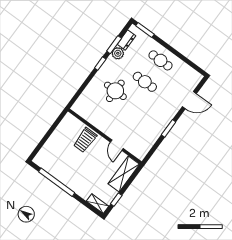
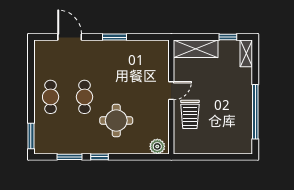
dresser: (126, 40) -> (55, 148), removed
plant: (118, 53) -> (157, 146), moved
trolley: (85, 140) -> (190, 114), turned 90
door: (117, 145) -> (171, 91), moved

